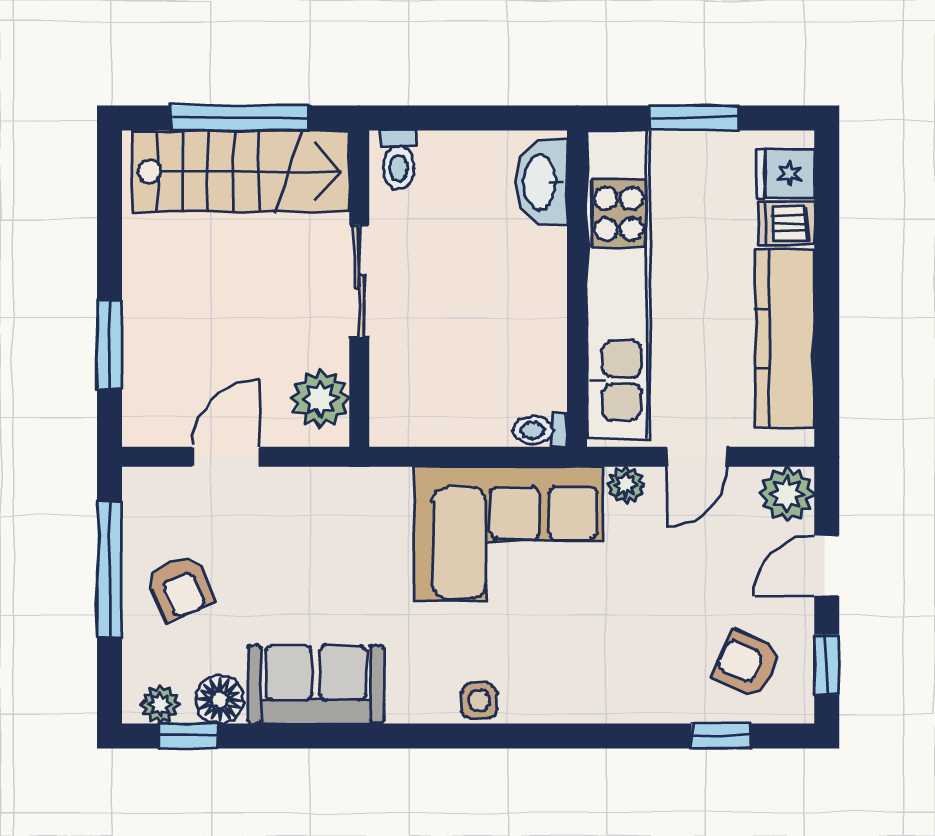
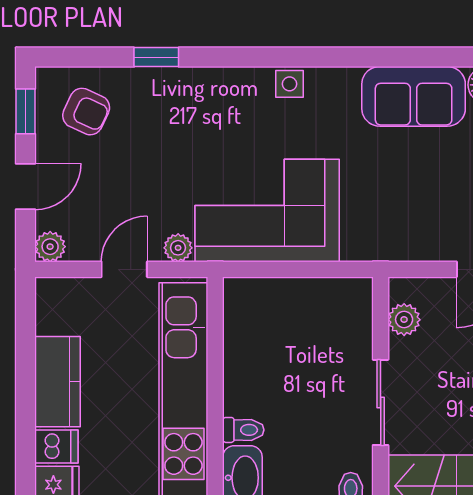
kitchen counter: (784, 339) -> (58, 382), width x0.67
plant: (320, 399) -> (404, 320), width x0.73, depth x0.73
toilet: (540, 430) -> (243, 430), moved
plant: (787, 494) -> (50, 247), width x0.73, depth x0.73
window: (721, 736) -> (156, 57), moved

